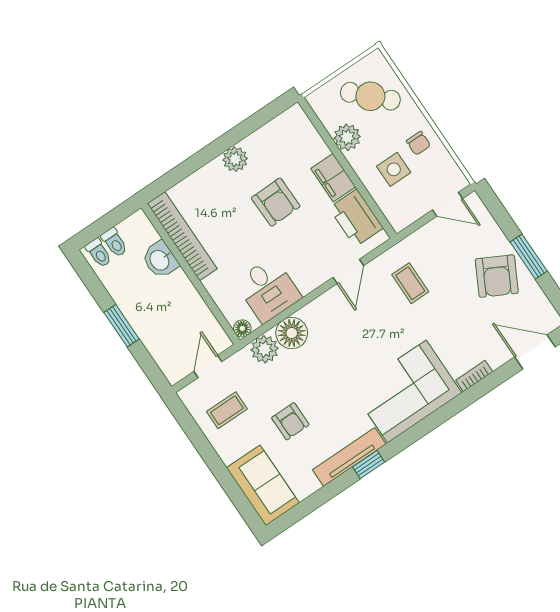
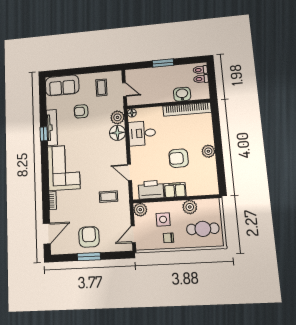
cafe table: (370, 96) -> (203, 229), turned 45
plant: (400, 216) -> (140, 210), added
armchair: (497, 276) -> (89, 237), turned 62

